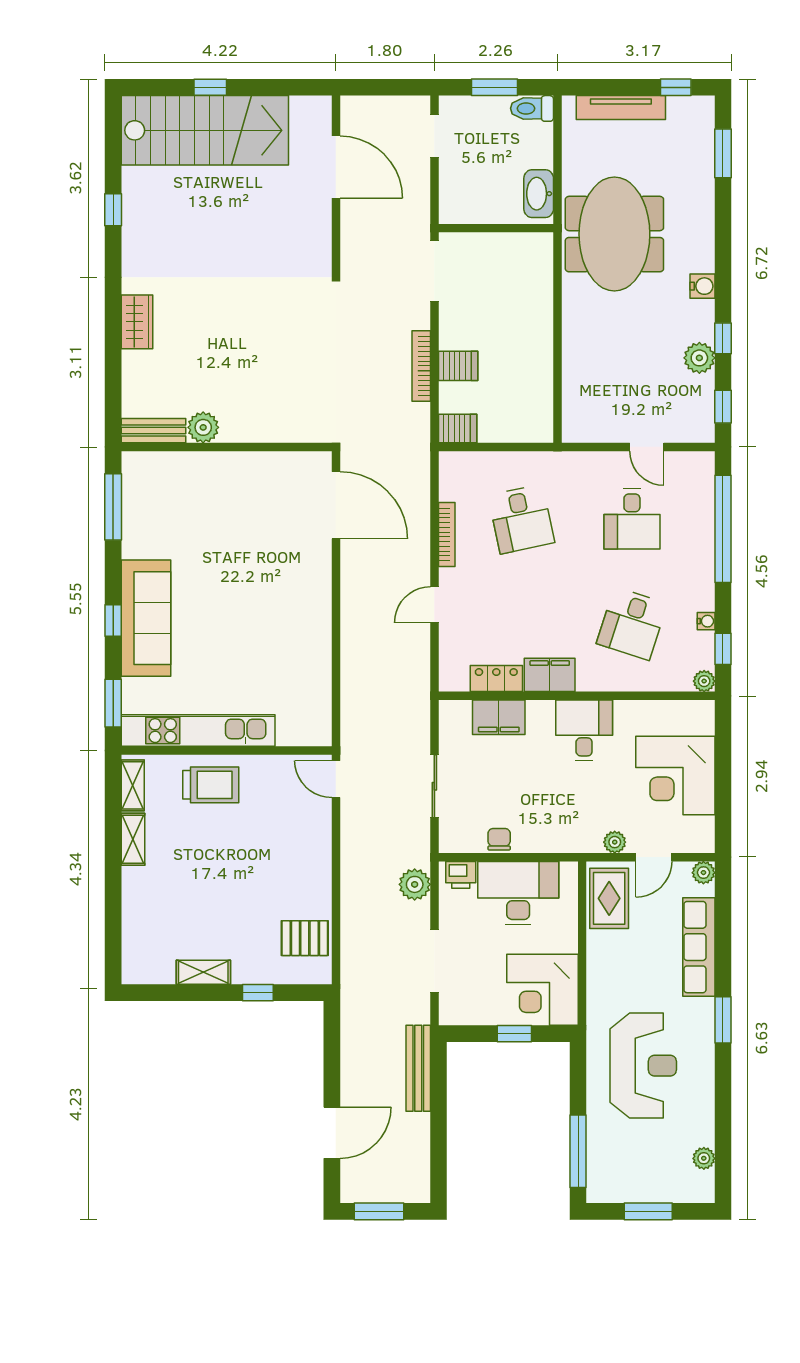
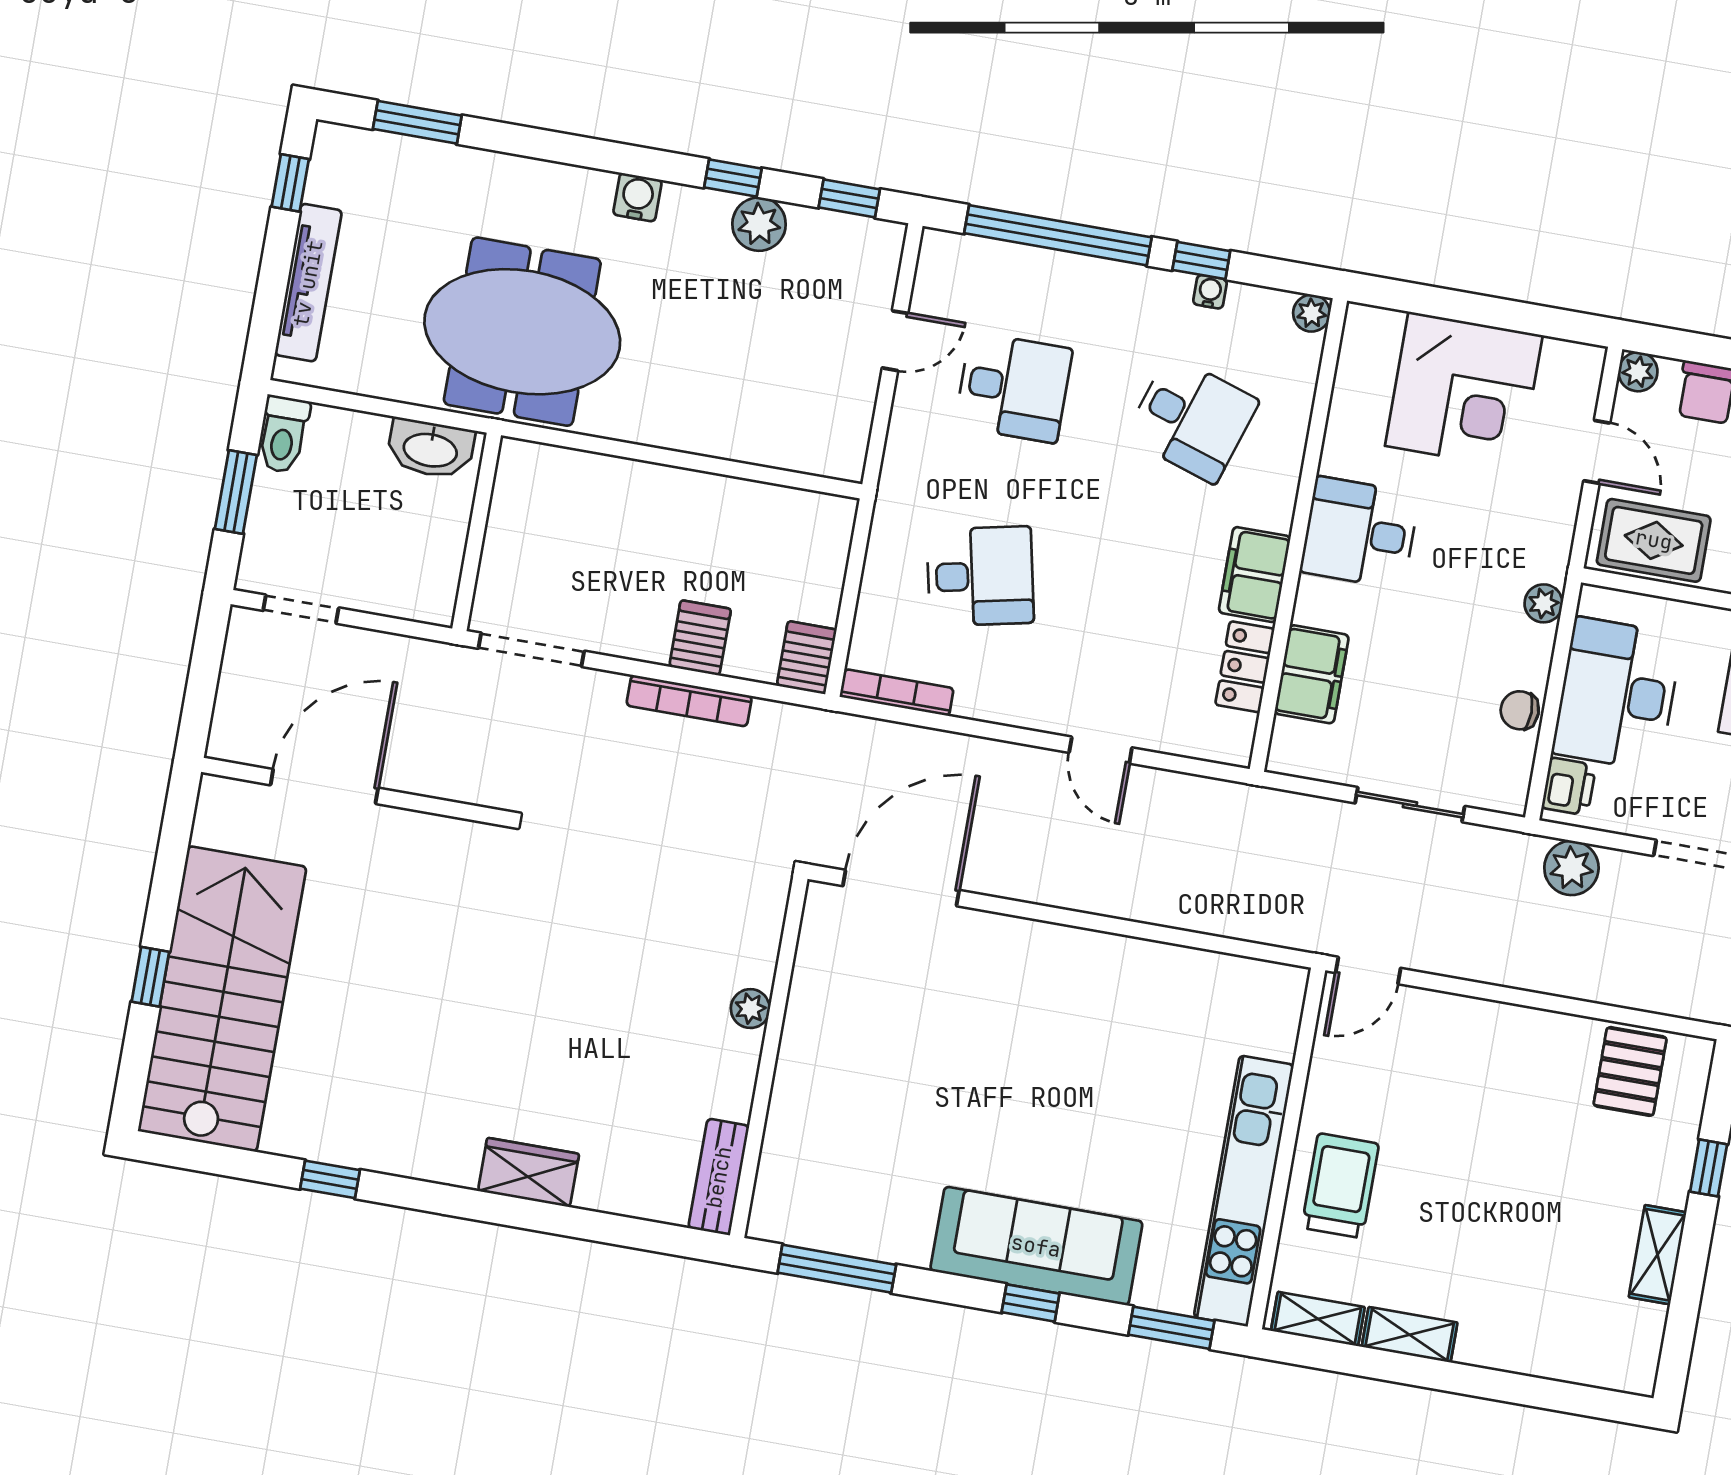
plant: (203, 427) -> (750, 1009), moved, width x0.73, depth x0.73
bookcase: (447, 535) -> (897, 693), moved
window: (723, 649) -> (1201, 261), moved
plant: (615, 842) -> (1544, 603), moved

